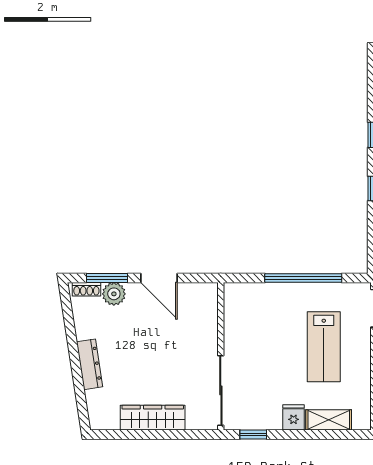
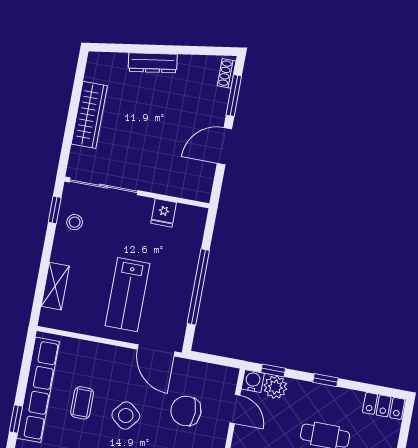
plant: (114, 294) -> (217, 99), removed
lab bench: (324, 347) -> (128, 295), turned -90
stool: (262, 412) -> (75, 222), added
fridge: (294, 417) -> (164, 213), moved, turned 90

